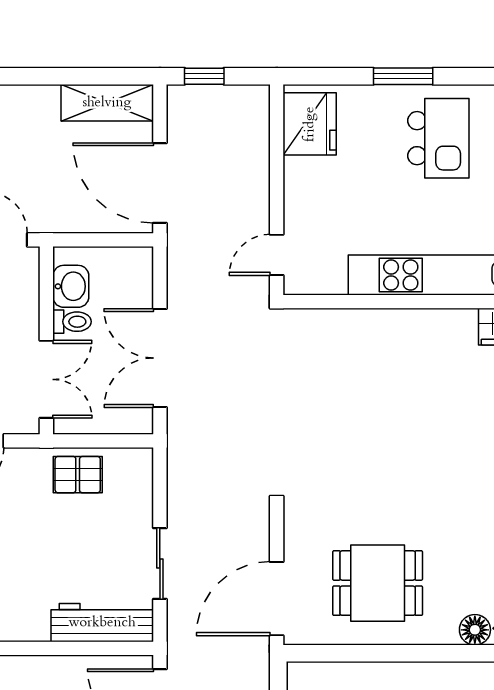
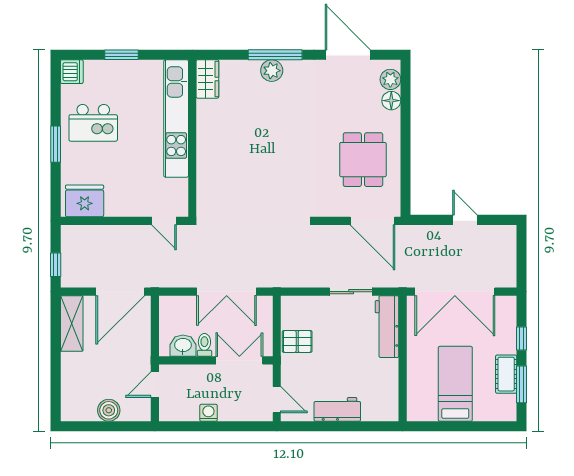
kitchen island: (438, 138) -> (93, 123), turned 180
pallet: (78, 475) -> (297, 341), turned 90

